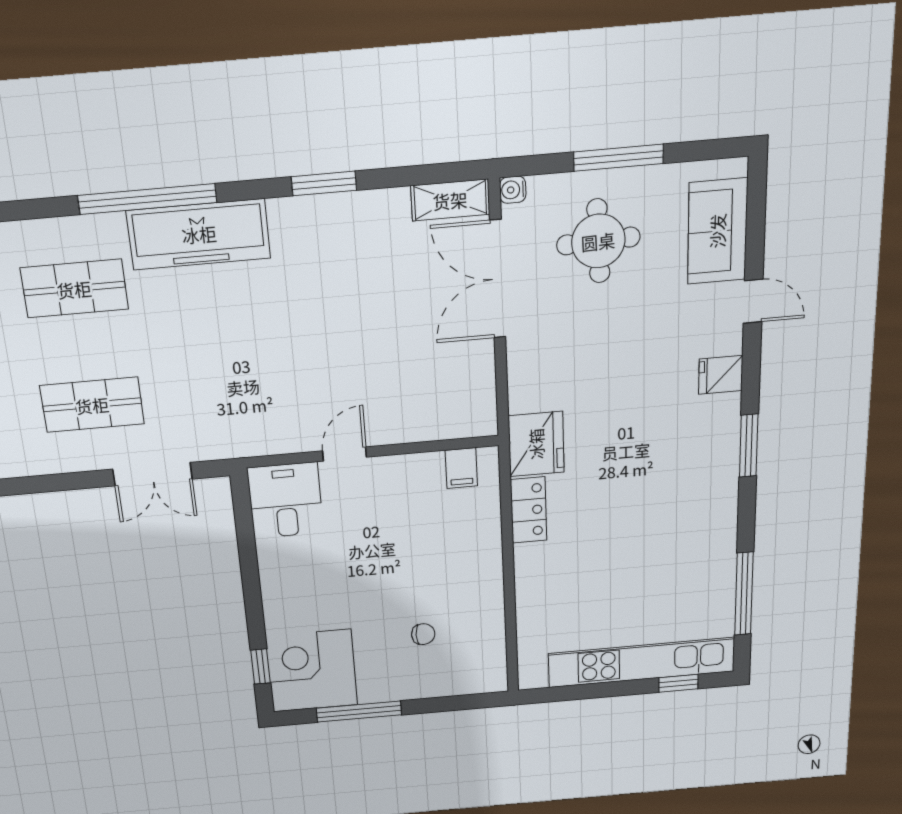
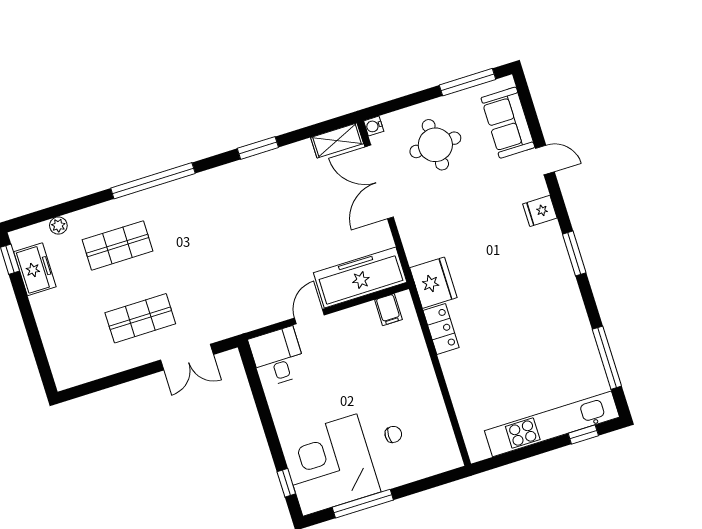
window: (619, 158) -> (468, 82), moved
freezer: (199, 234) -> (360, 277), moved, turned 180
corner desk: (312, 671) -> (330, 465), width x1.36, depth x1.36

